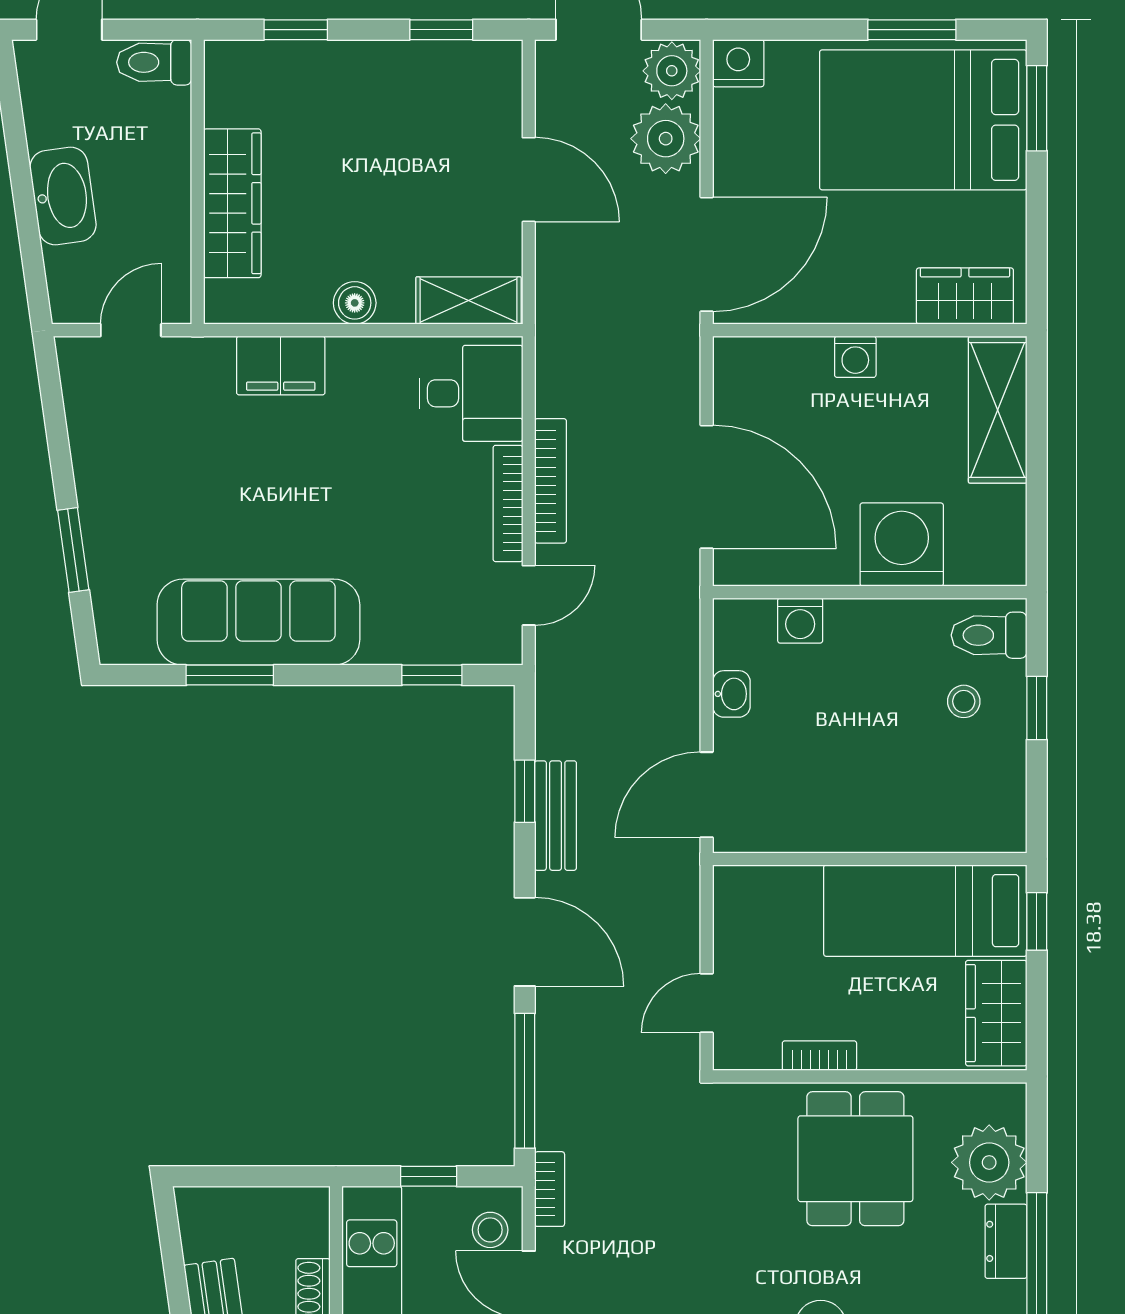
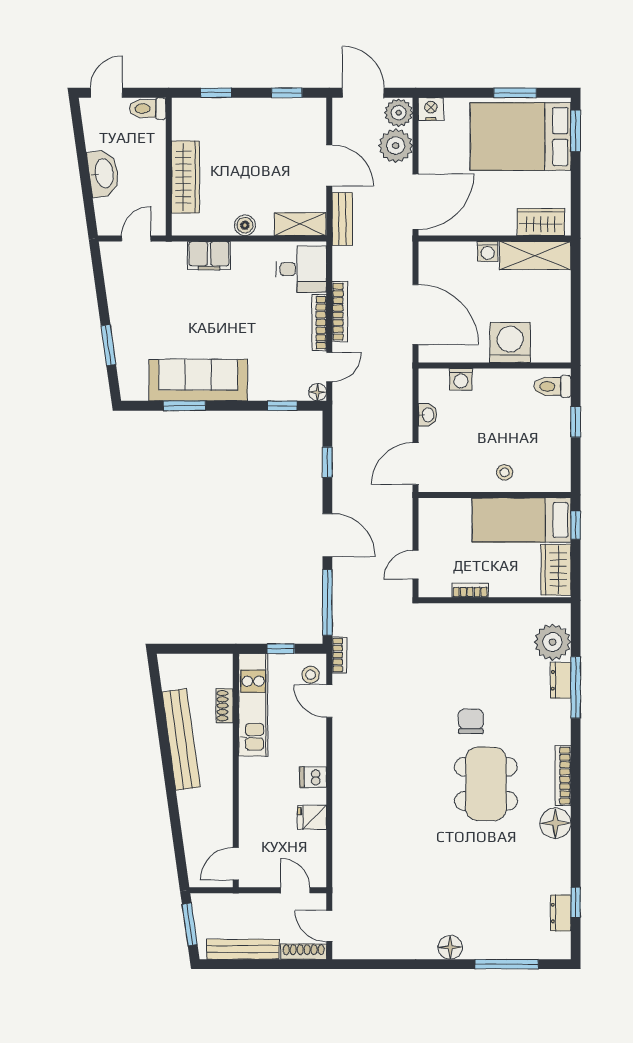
shelving: (998, 410) -> (535, 256), moved, turned 90
floor lamp: (505, 647) -> (318, 392), added
stool: (964, 701) -> (505, 472), moved
bench: (556, 816) -> (342, 219), moved
dining table: (855, 1159) -> (488, 640), removed

